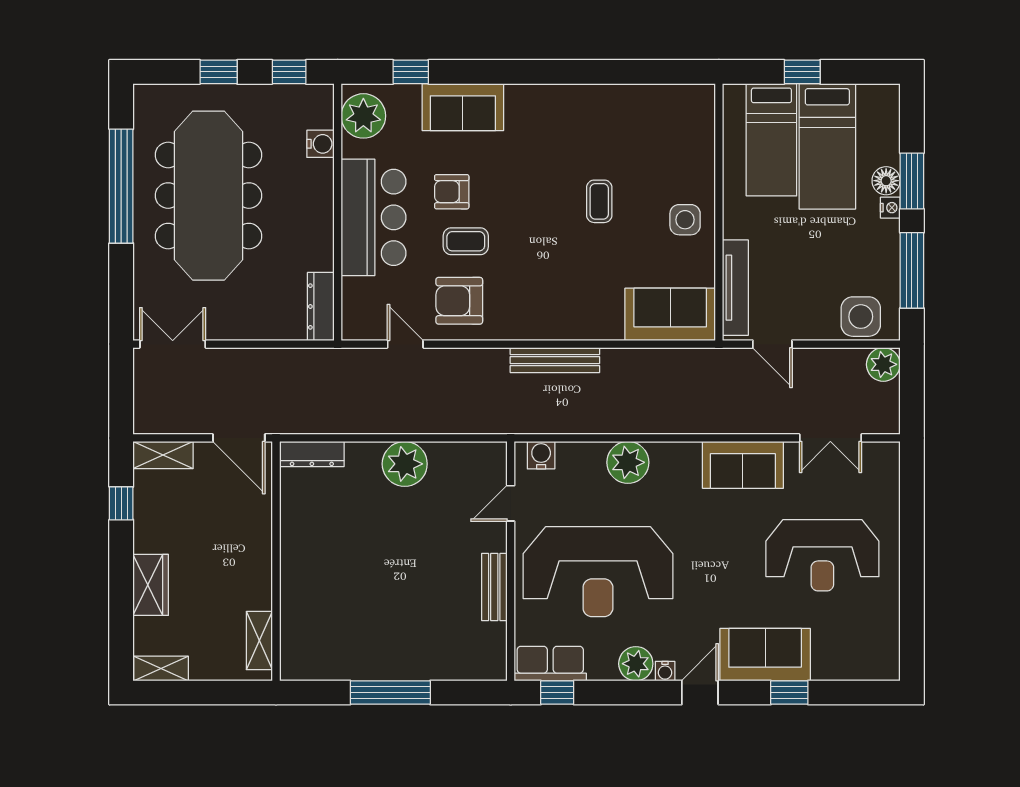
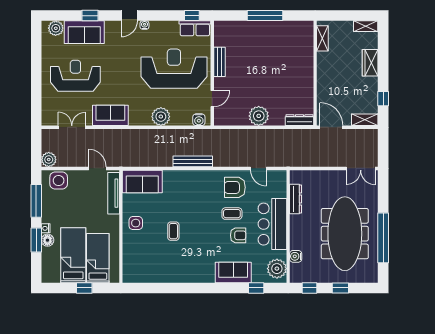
armchair: (459, 301) -> (235, 187), turned 180
dresser: (321, 306) -> (296, 199), moved
sofa: (765, 655) -> (84, 32), moved
plant: (636, 664) -> (56, 28), moved

